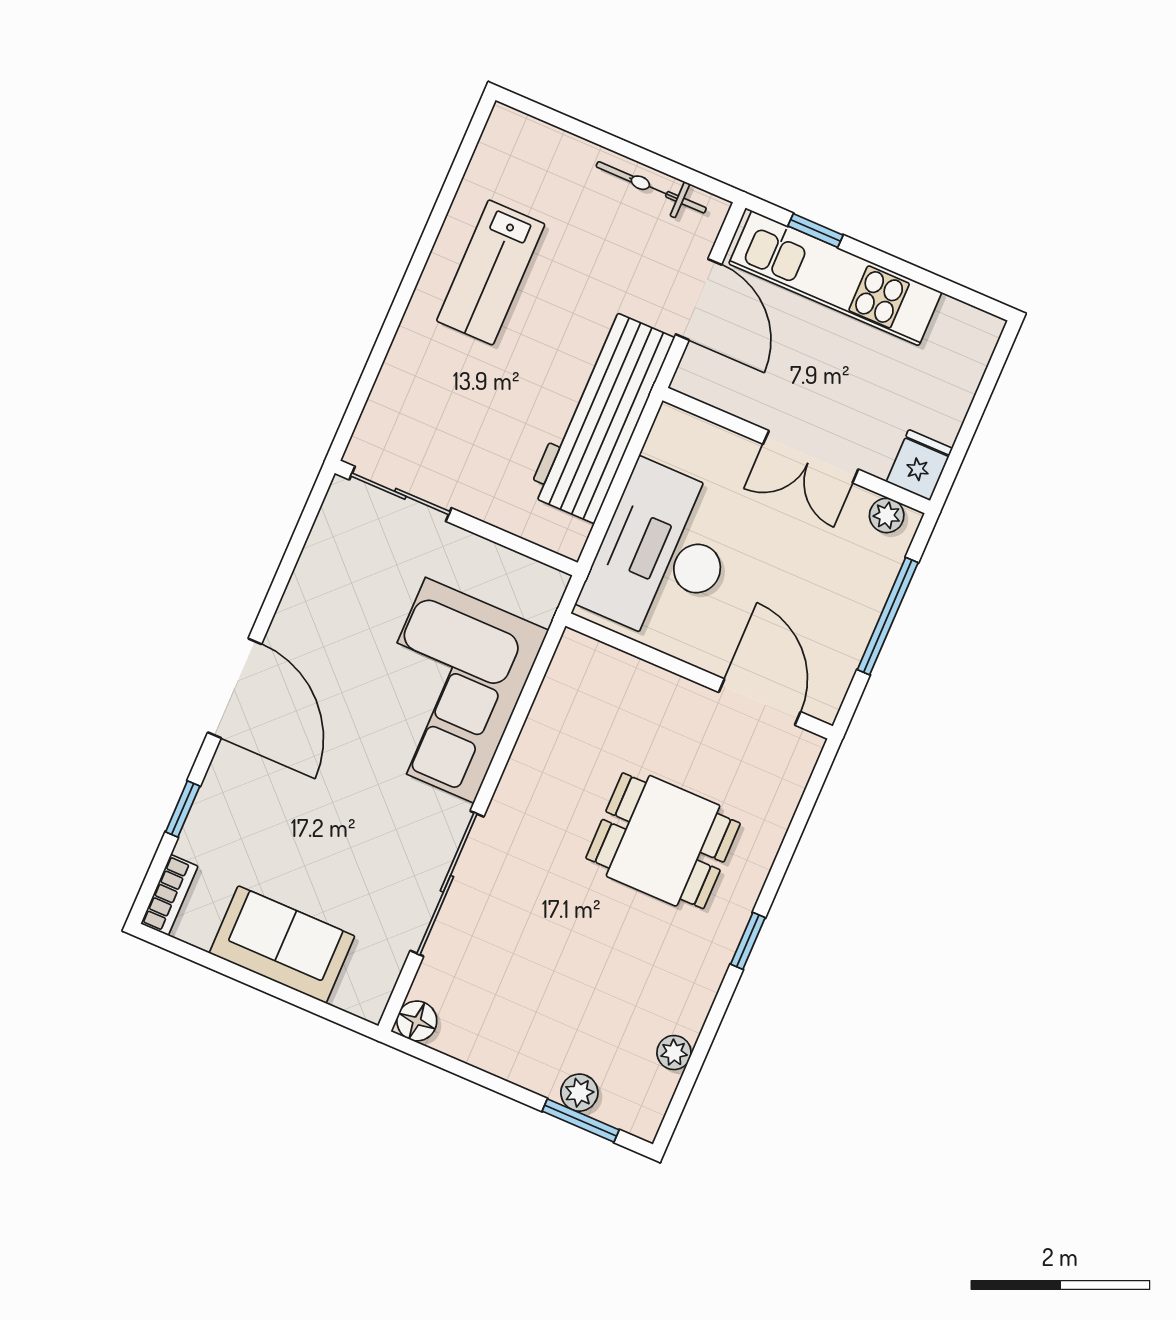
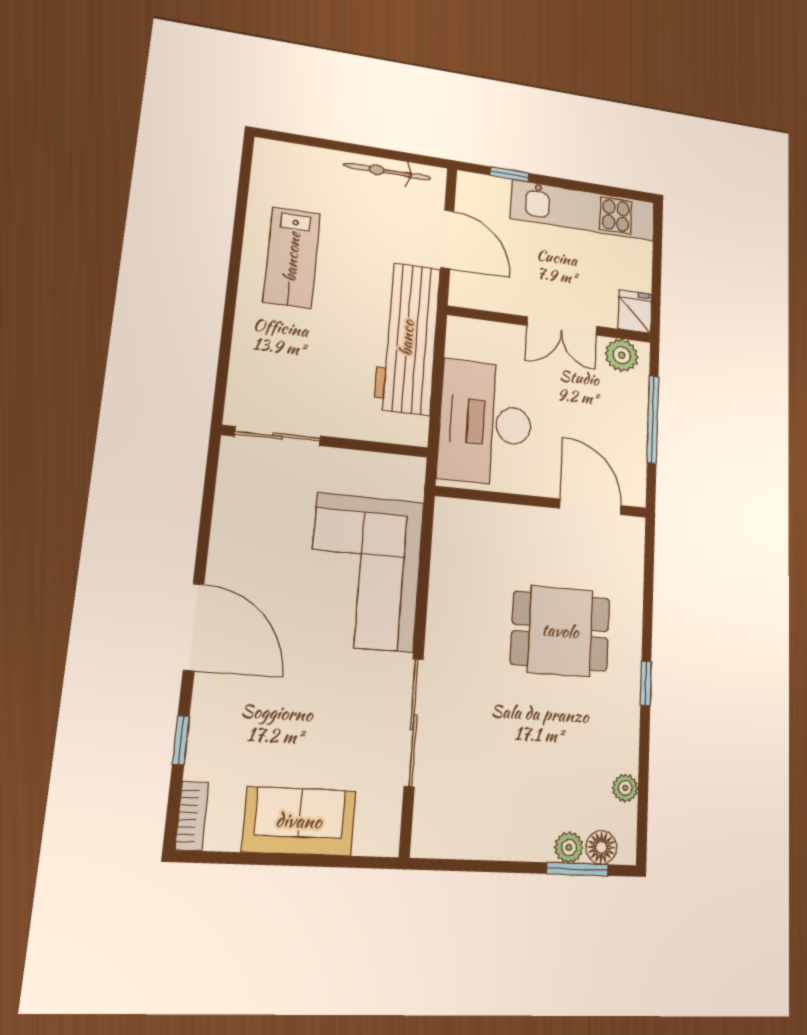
kitchen unit: (835, 278) -> (583, 210), moved
plant: (887, 515) -> (622, 355), width x1.38, depth x1.38
floor lamp: (417, 1021) -> (601, 847), moved

